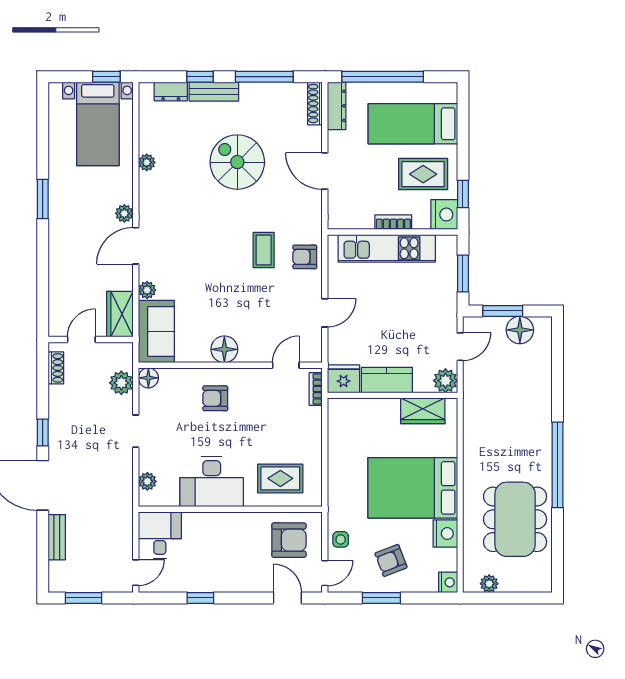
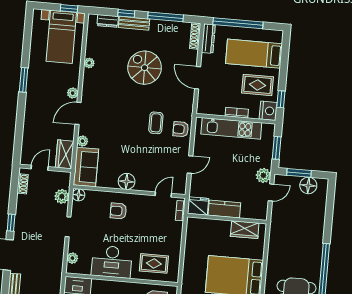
plant: (445, 381) -> (263, 175), moved

